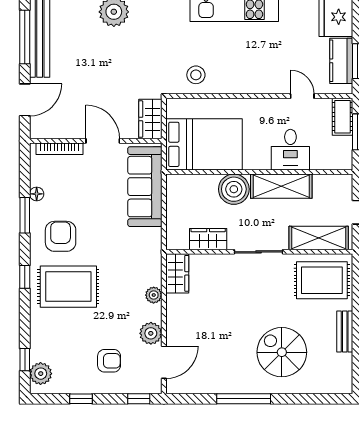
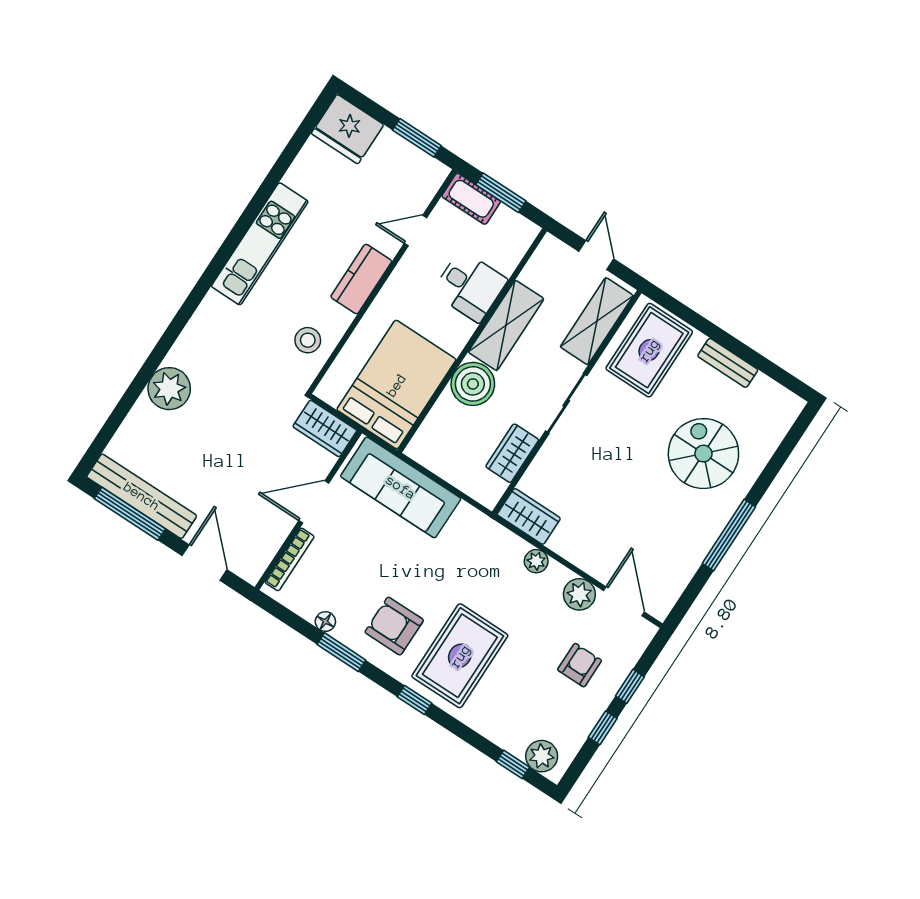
kitchen counter: (341, 61) -> (361, 279), moved, turned 90
spiral stairs: (282, 352) -> (703, 454), turned 90
window: (139, 399) -> (630, 686), moved

